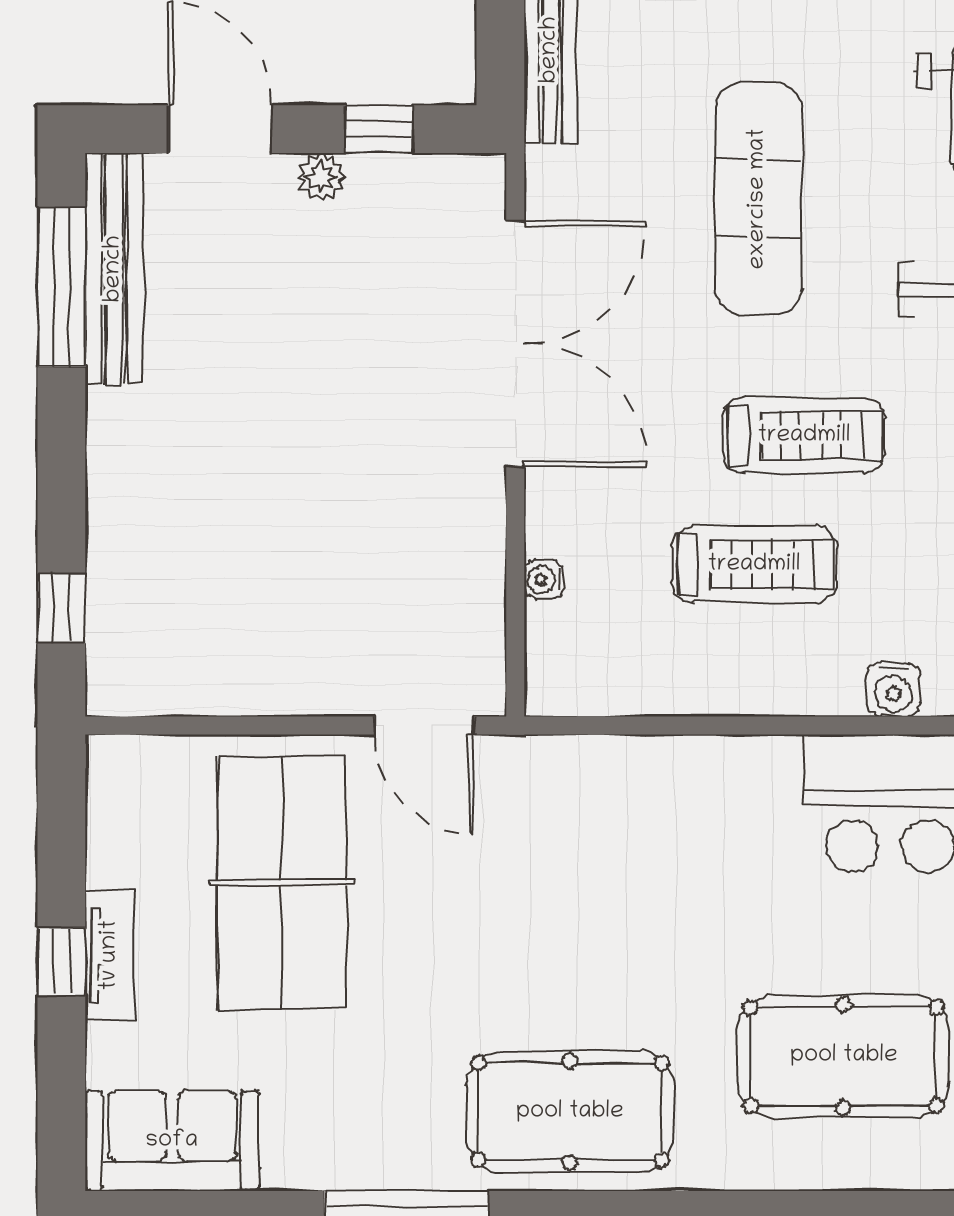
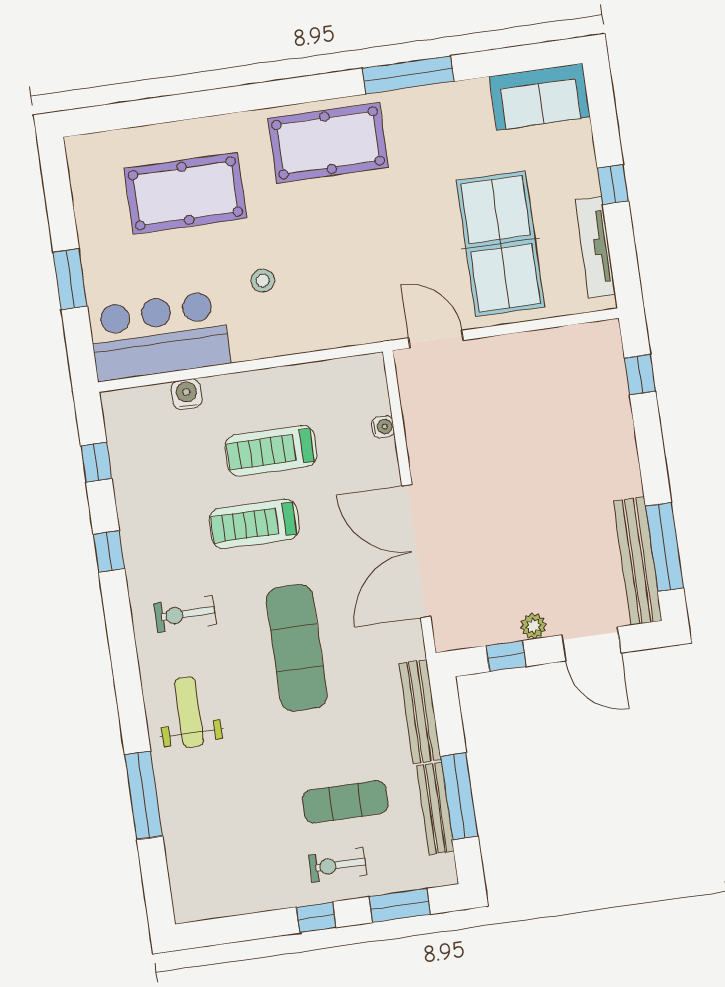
stool: (725, 877) -> (263, 280), added
tv unit: (110, 955) -> (595, 247), moved, width x1.41

